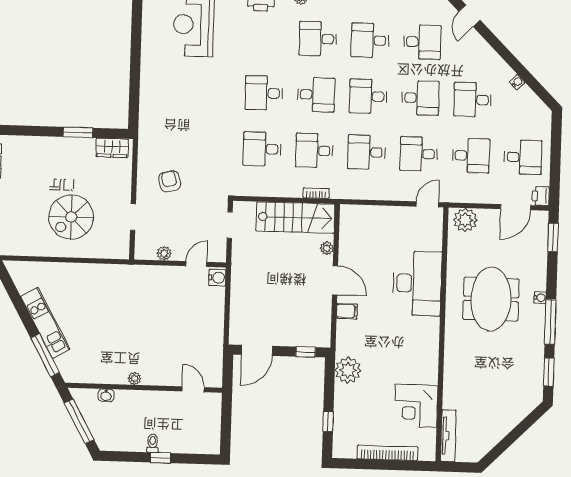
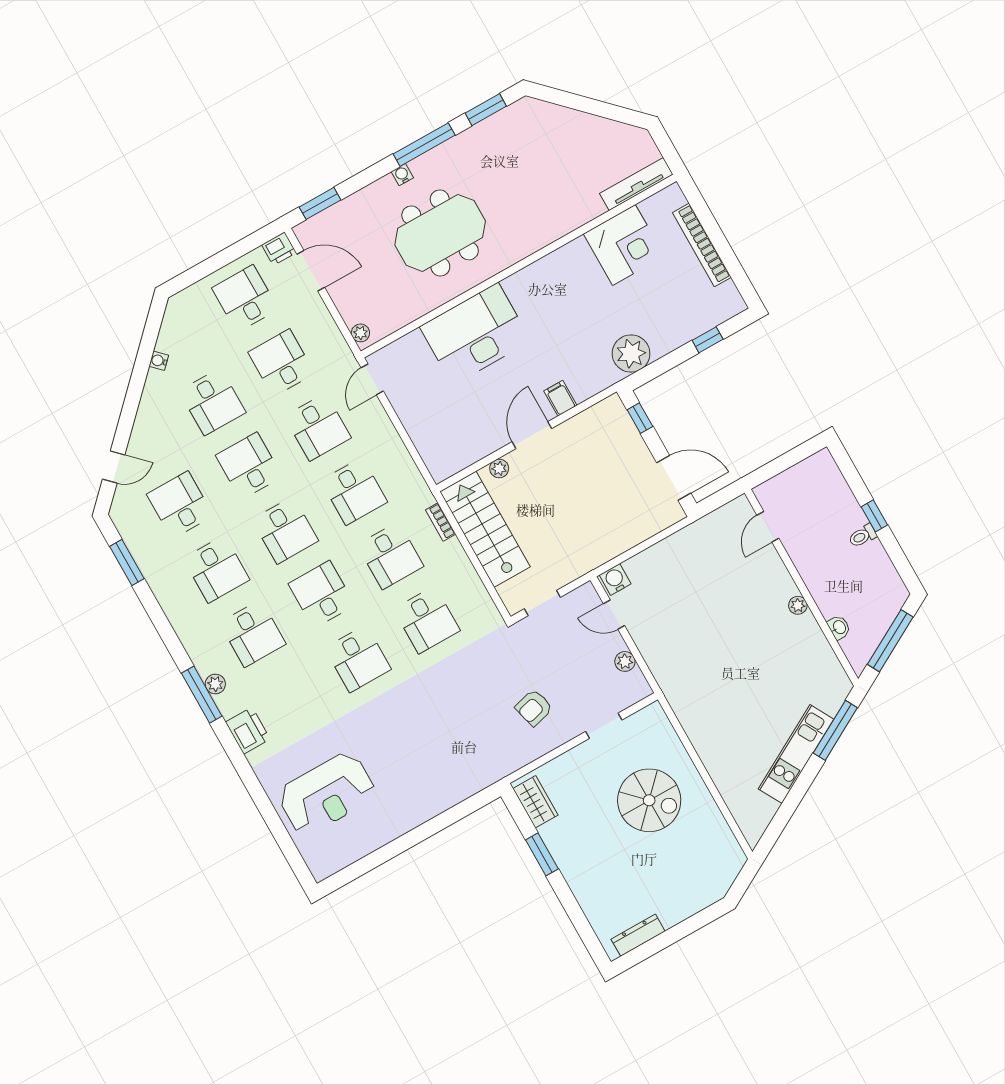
door: (427, 204) -> (372, 379), hinge flipped
plant: (465, 220) -> (360, 333), width x0.53, depth x0.53

